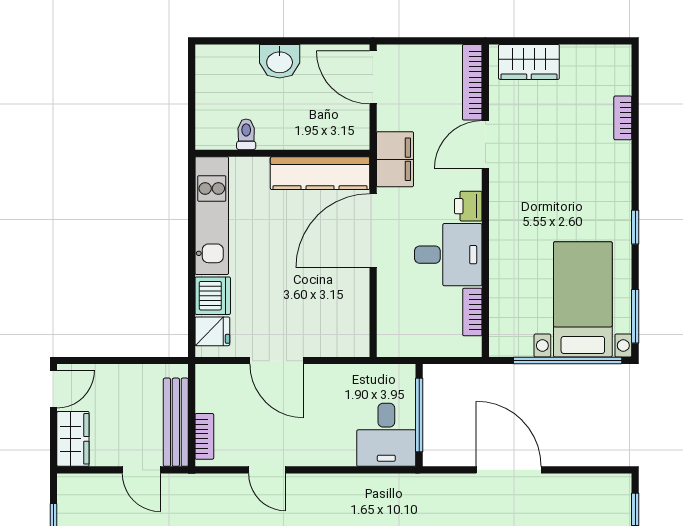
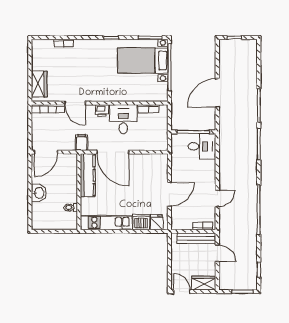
filing cabinet: (395, 159) -> (82, 143), width x0.50
door: (141, 470) -> (217, 253), hinge flipped

